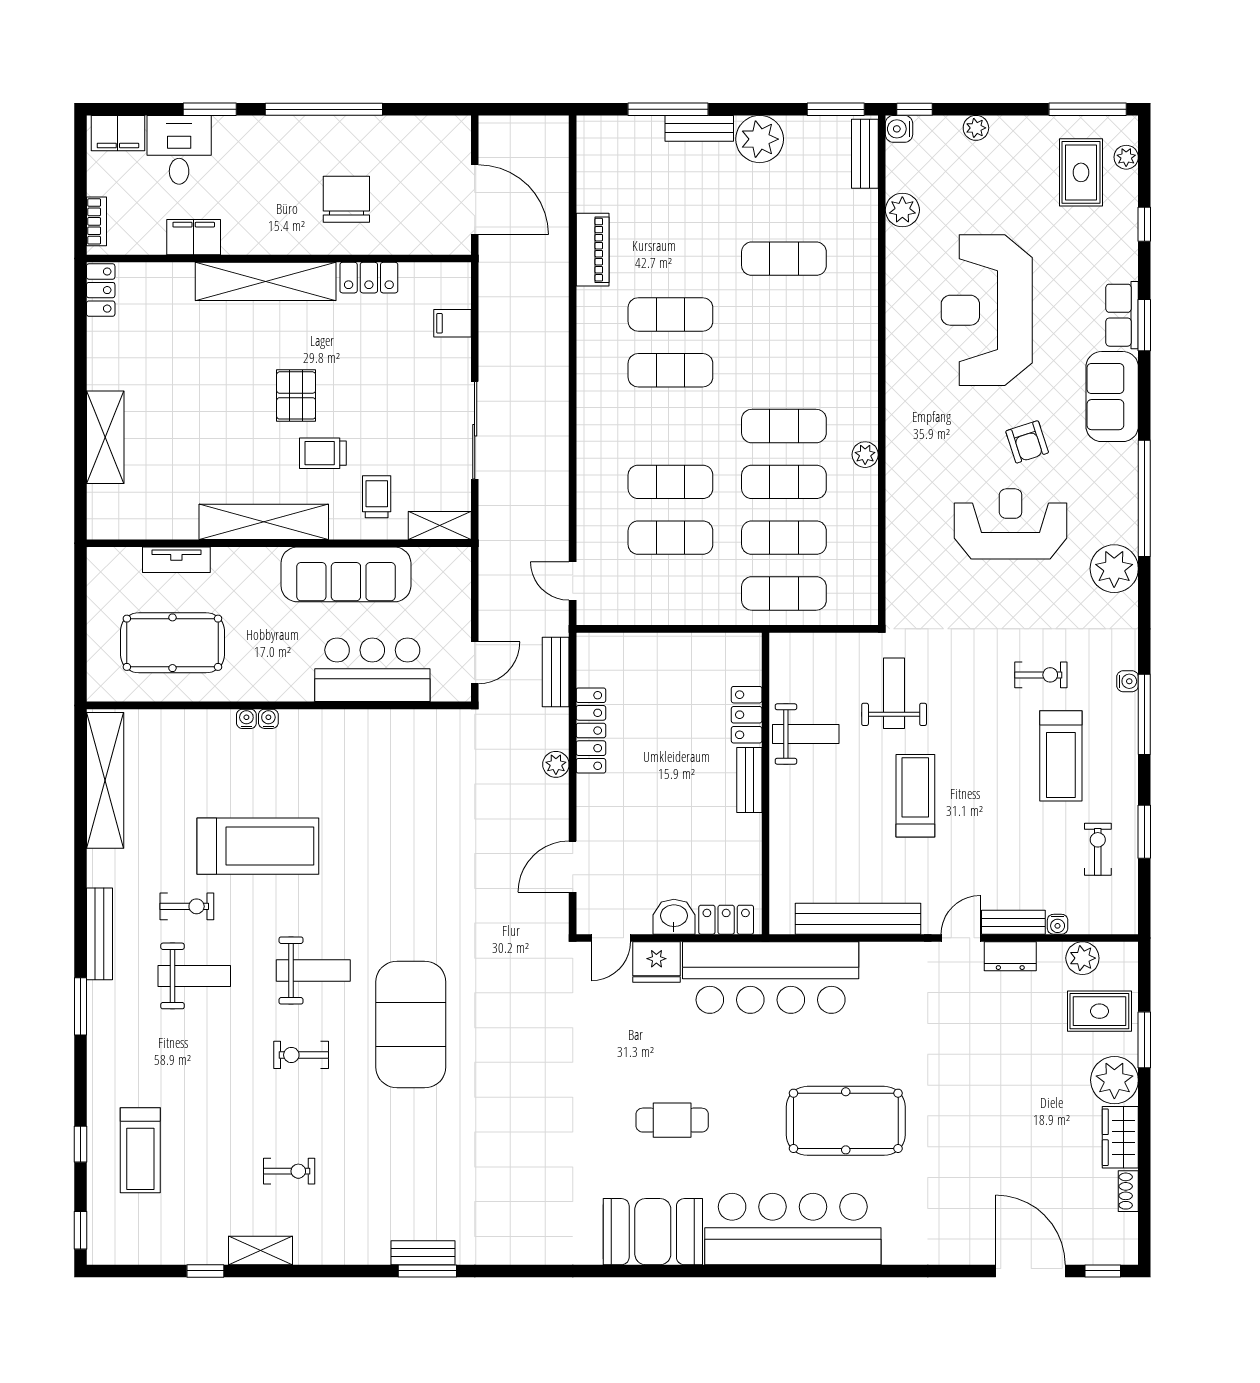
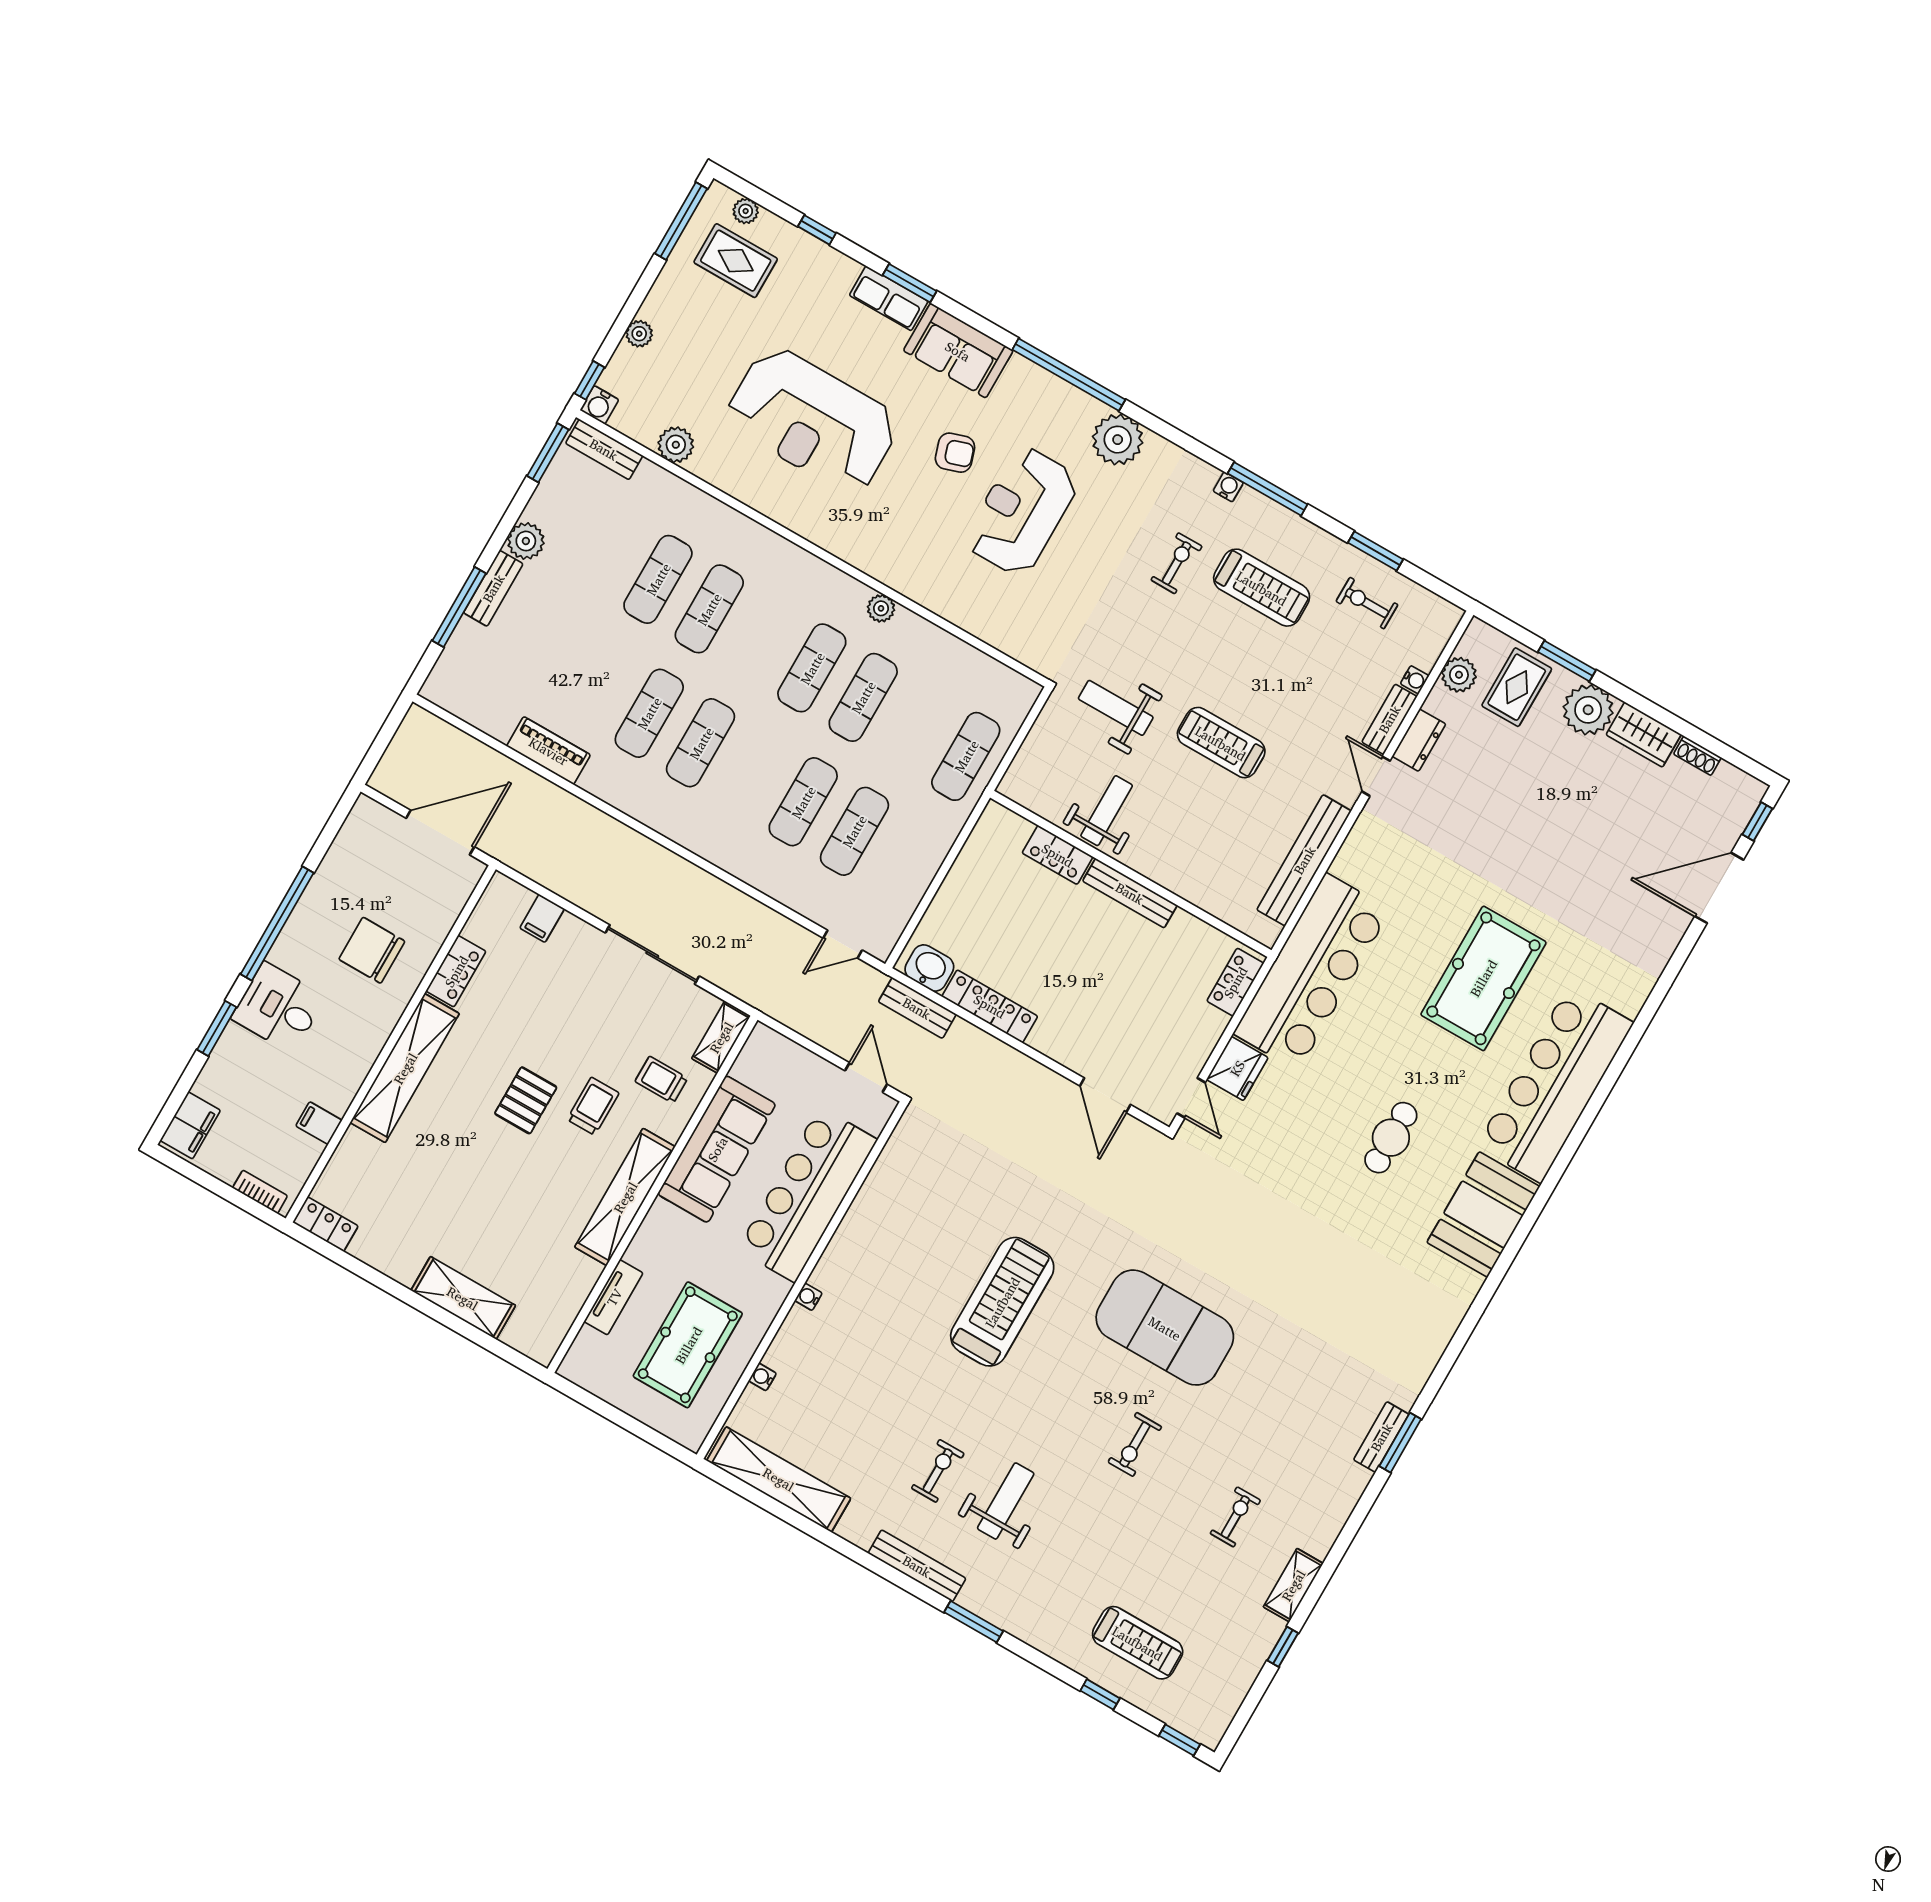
plant: (760, 139) -> (526, 541), width x0.73, depth x0.73
desk: (179, 150) -> (279, 1008), moved
filing cabinet: (194, 237) -> (319, 1123), width x0.50
pallet: (296, 395) -> (526, 1100), turned 90
trolley: (323, 453) -> (593, 1106), turned 180
exercise mat: (784, 538) -> (709, 609), moved
bar counter: (372, 670) -> (807, 1195), width x1.36
water cooler: (246, 719) -> (762, 1377), moved
plant: (556, 764) -> (1002, 1056), removed
bench: (749, 780) -> (1130, 893), width x1.36
treadmill: (258, 846) -> (1002, 1302), moved
washbasin: (674, 917) -> (929, 968), moved, turned 90
weight bench: (313, 971) -> (1064, 1389), removed

